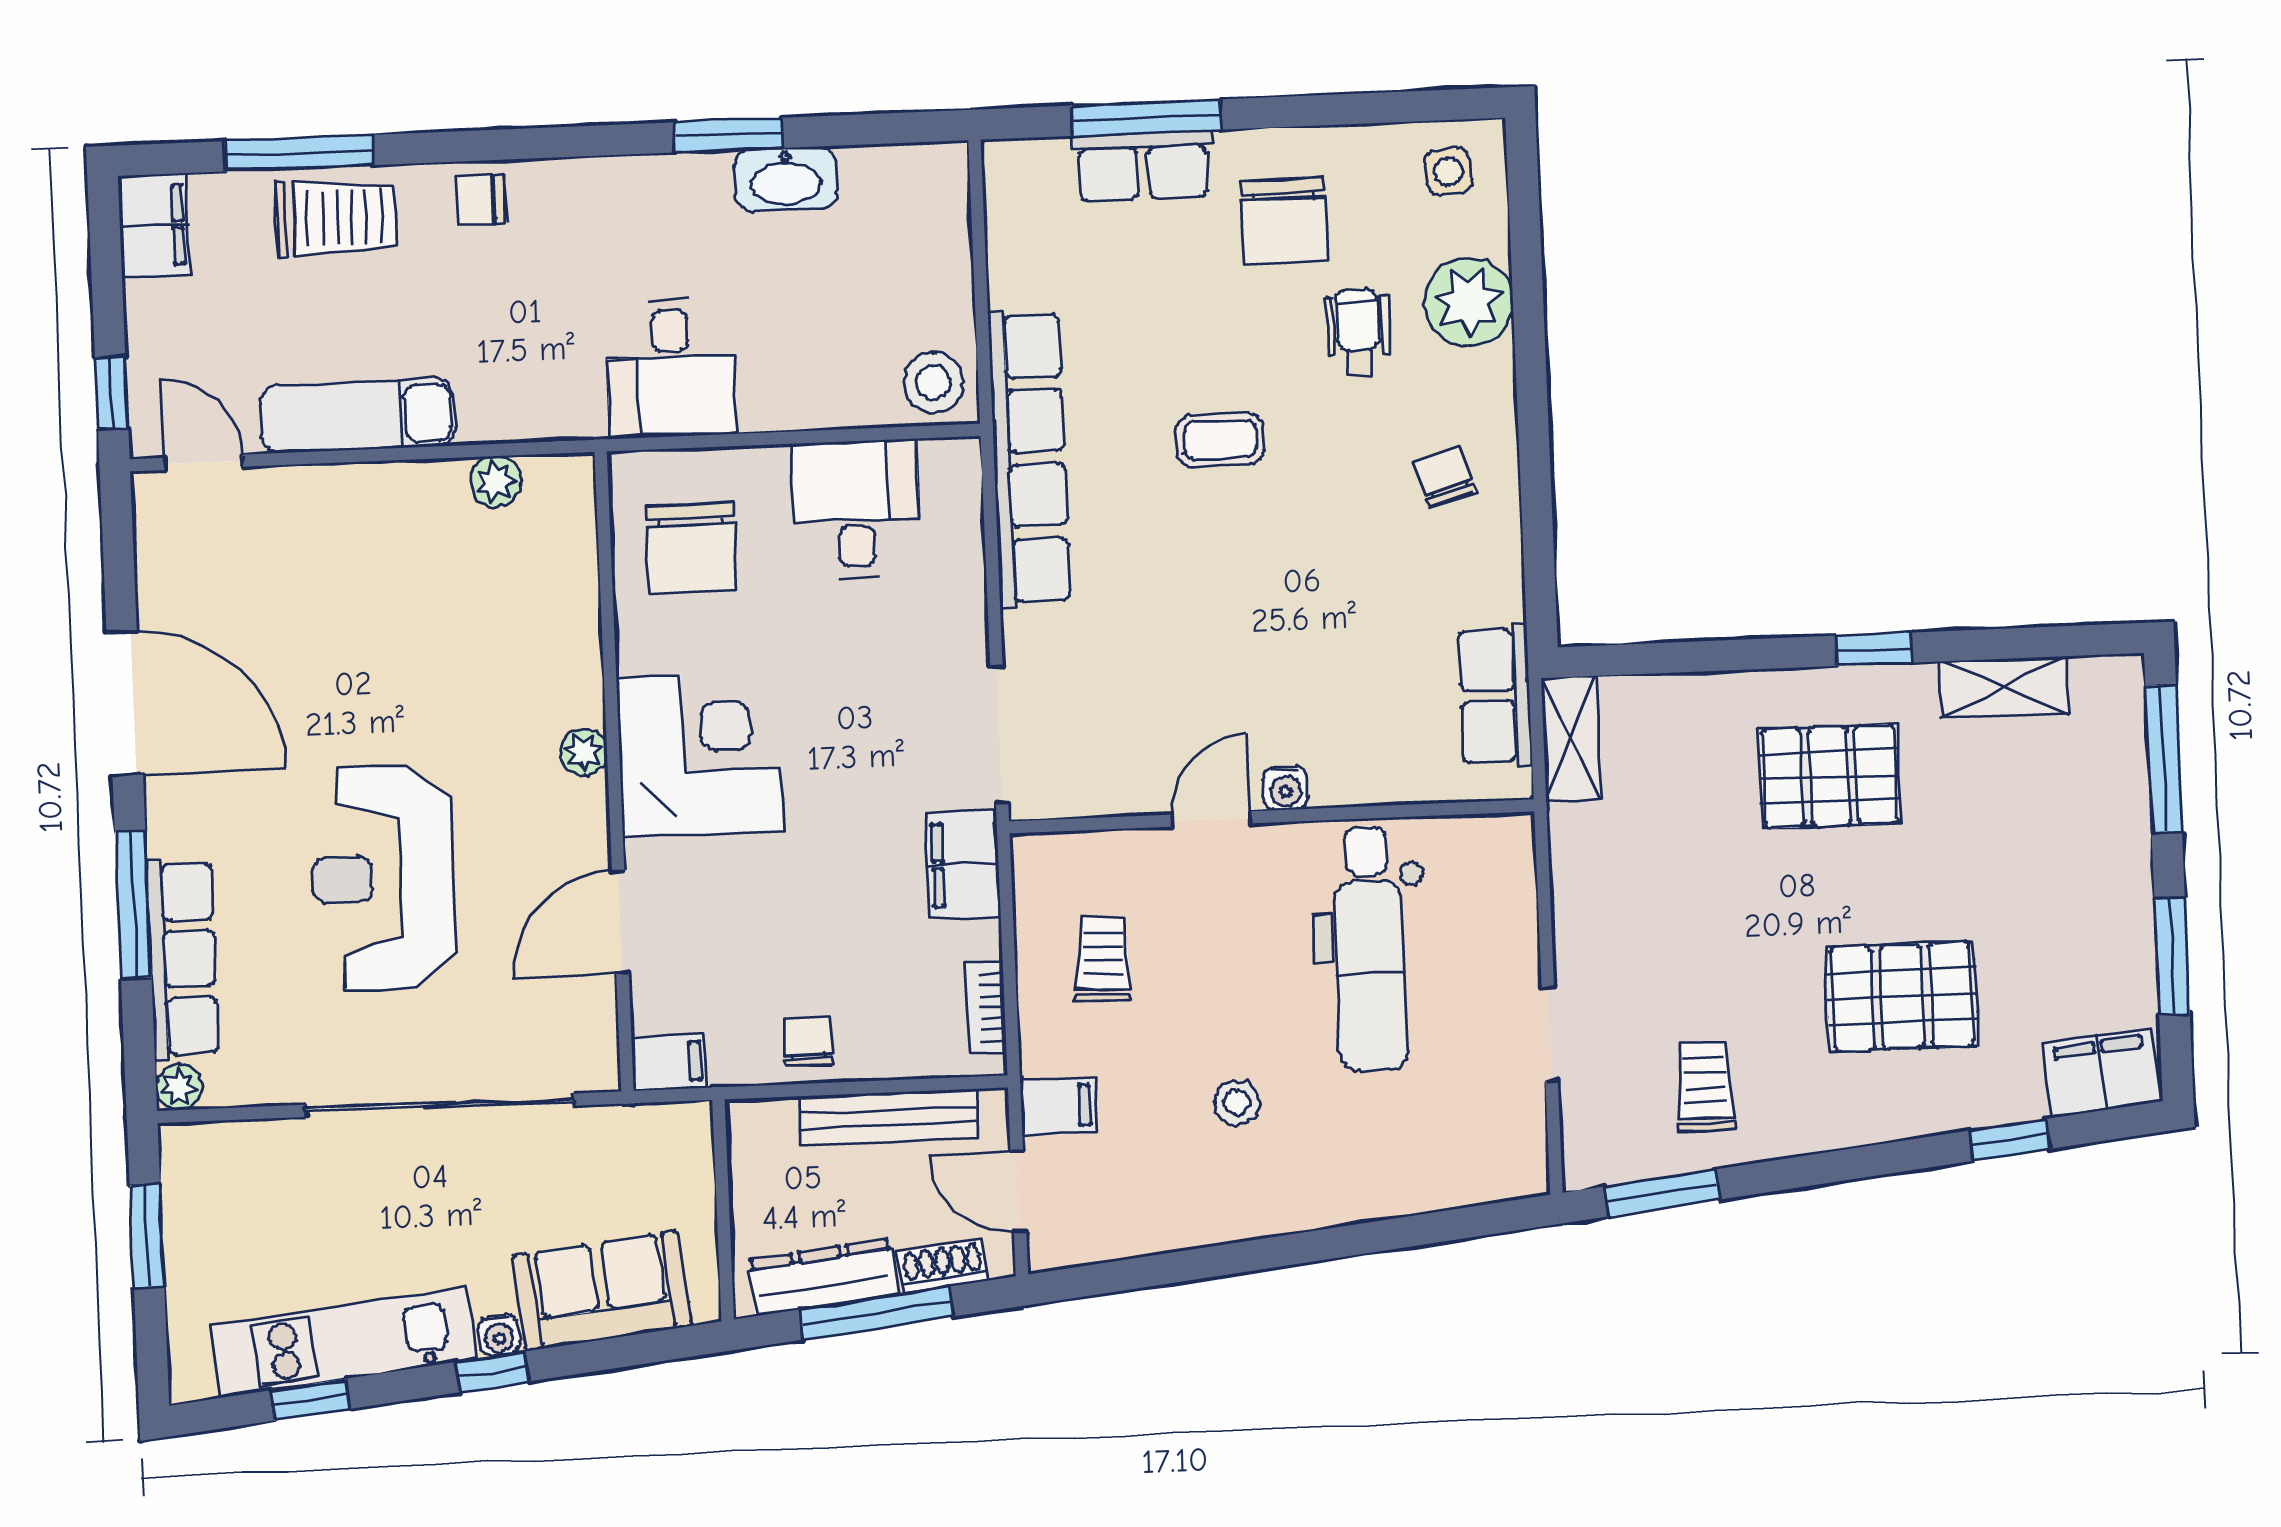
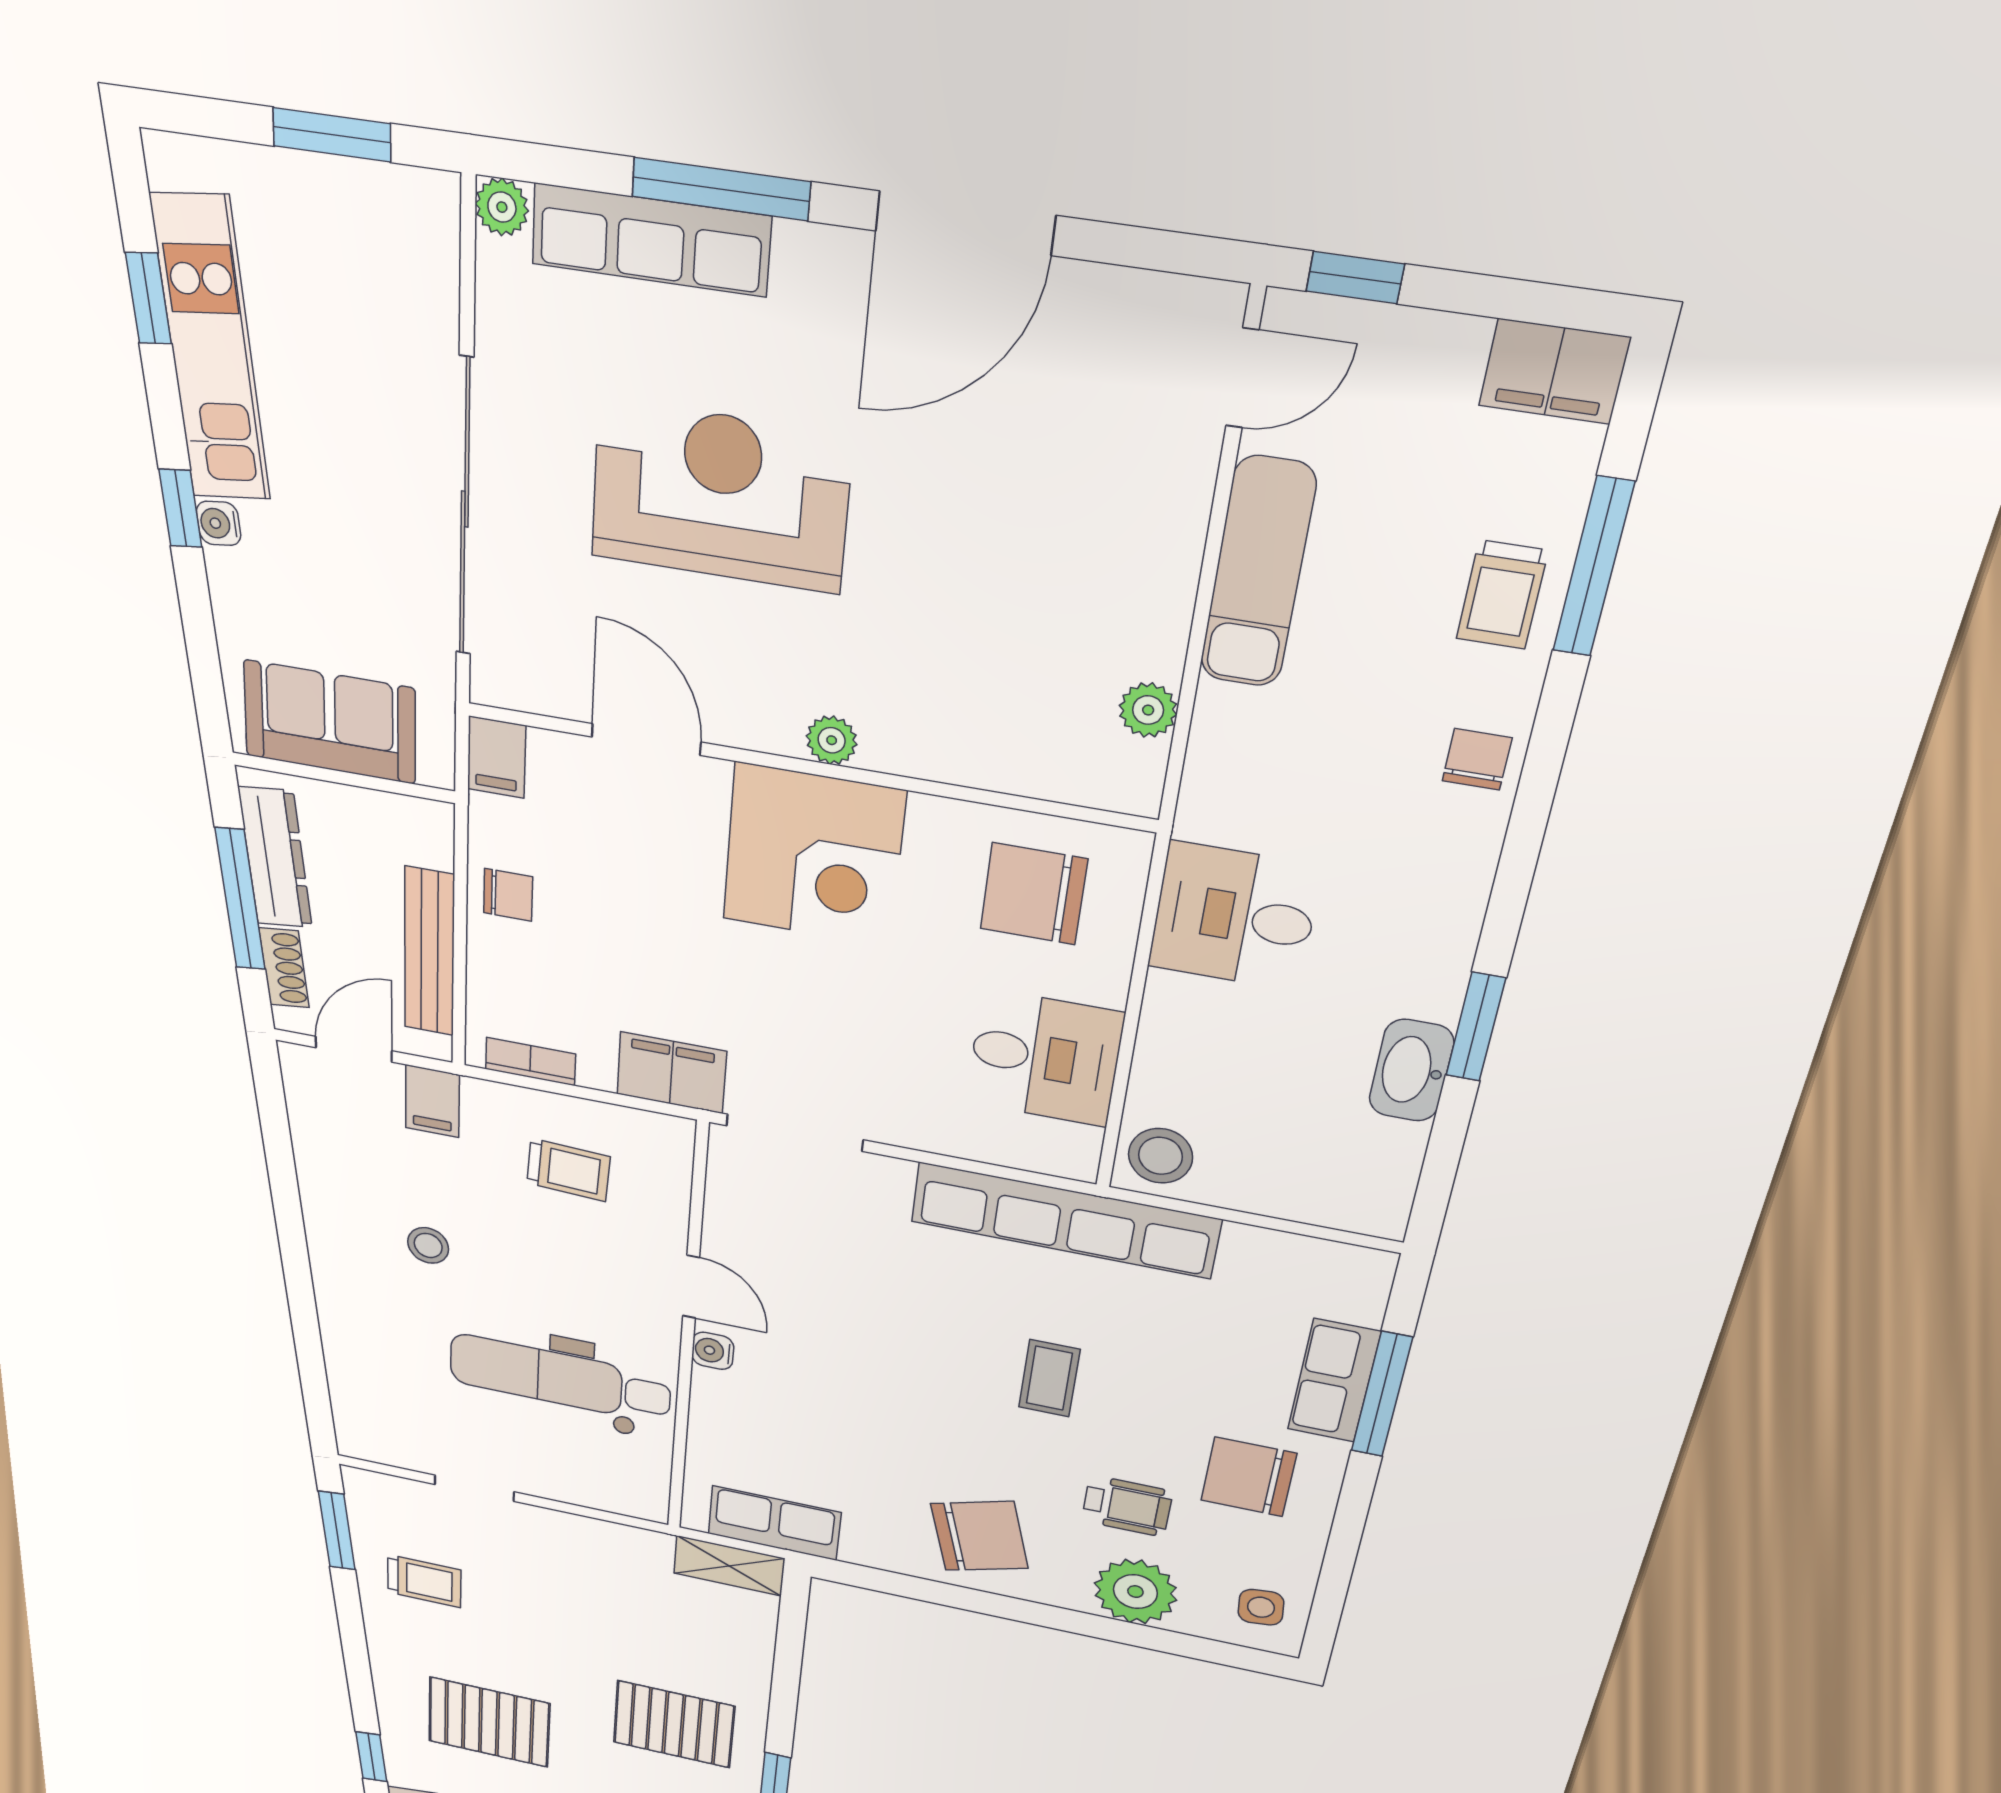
trolley: (336, 217) -> (1502, 595), width x0.73, depth x0.72
chair: (1445, 476) -> (979, 1536), width x1.87, depth x1.87
pallet: (1829, 776) -> (674, 1724), turned 90
pallet: (1902, 997) -> (489, 1722), turned 90
sofa: (602, 1291) -> (330, 722), moved, turned -84

